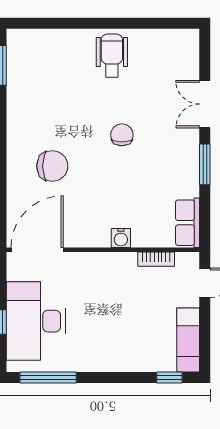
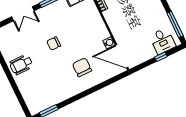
water cooler: (121, 238) -> (109, 43), moved
desk: (36, 321) -> (162, 41), width x0.53, depth x0.77

